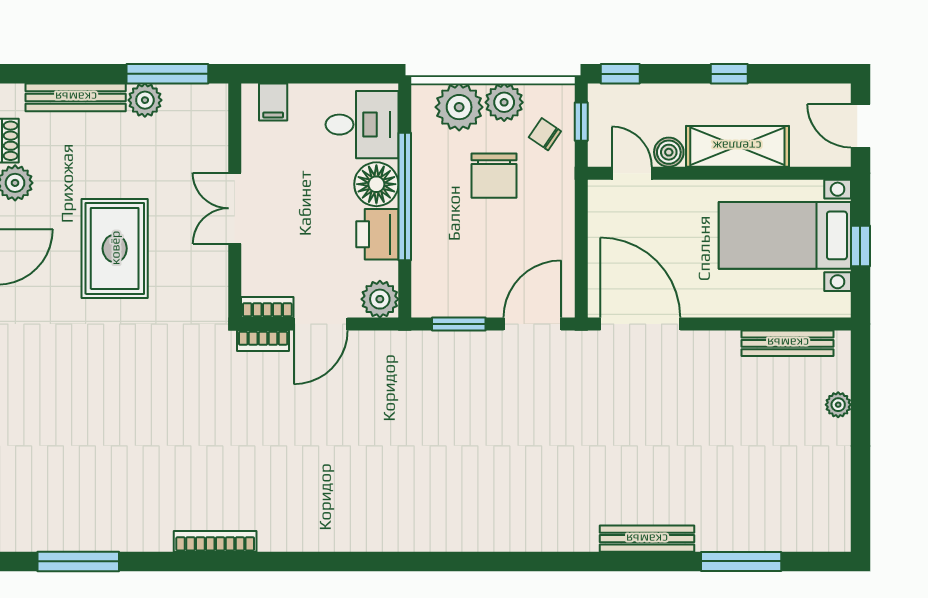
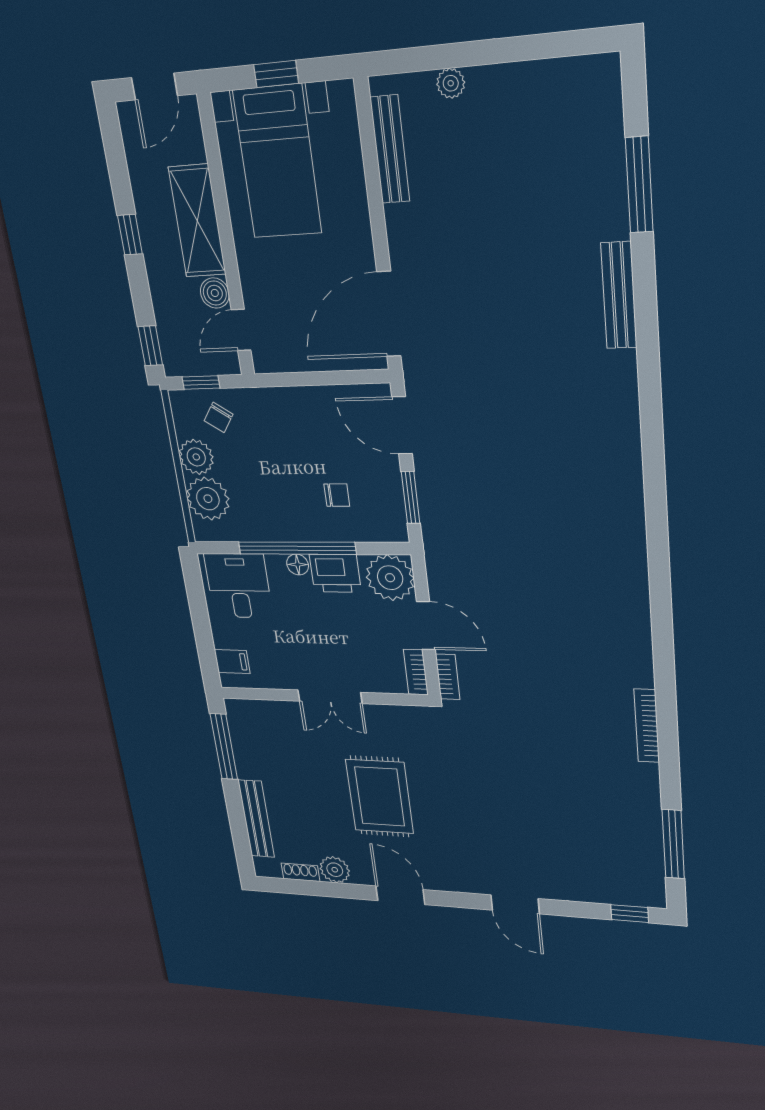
plant: (145, 100) -> (249, 765), removed
chair: (494, 176) -> (337, 495), moved, width x0.54, depth x0.54
floor lamp: (376, 184) -> (298, 564), width x0.53, depth x0.53
rug: (115, 248) -> (380, 797), turned 90
plant: (380, 299) -> (390, 578), width x1.36, depth x1.36

